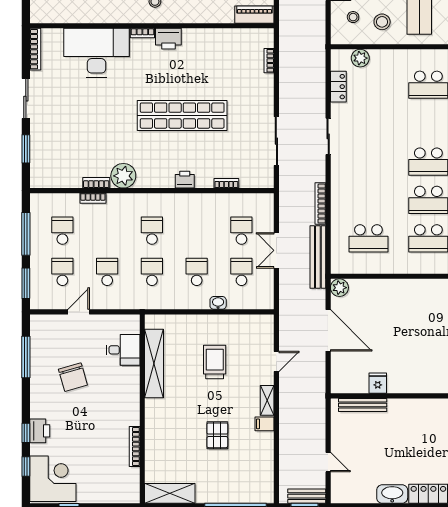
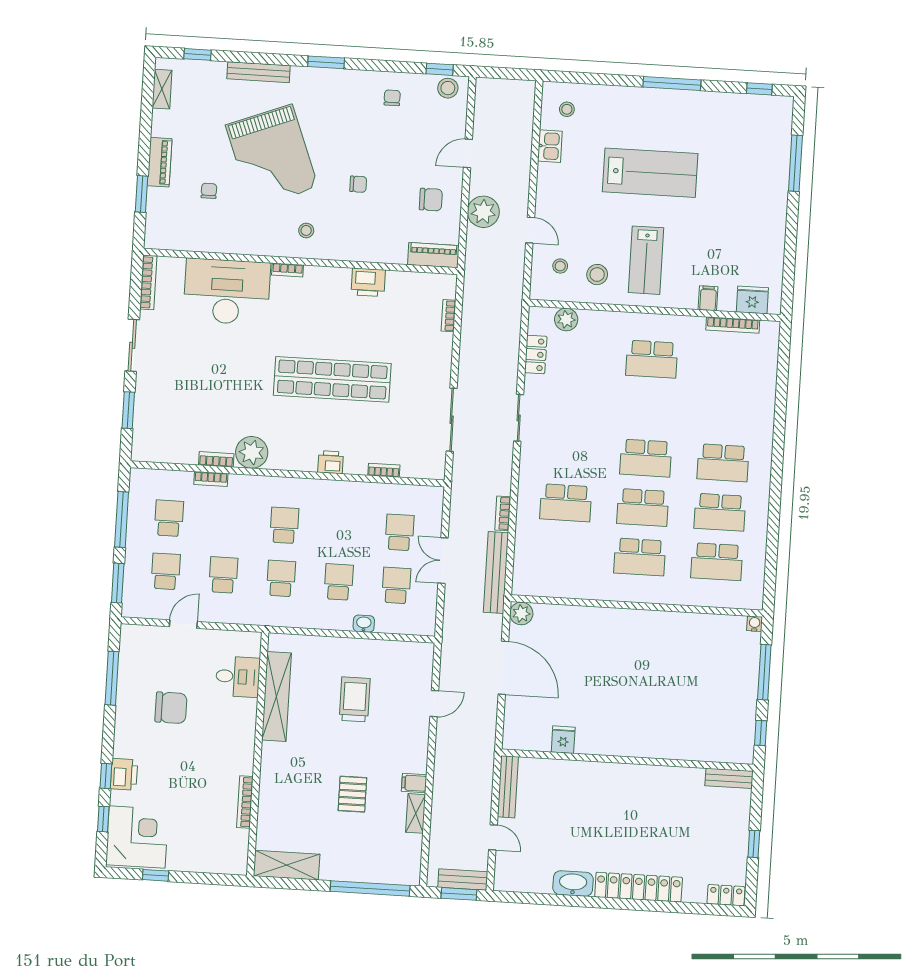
printer: (168, 39) -> (368, 282), moved
bookcase: (320, 204) -> (503, 513), width x0.64
school desk: (368, 238) -> (566, 503), moved
chair: (73, 377) -> (171, 708), turned -74
shelving: (267, 400) -> (416, 813), moved
bench: (363, 405) -> (508, 787), moved, turned 90

